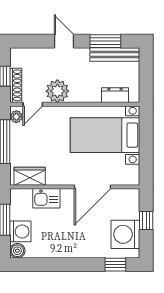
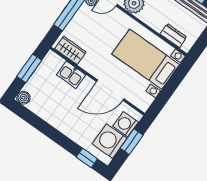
window: (146, 220) -> (132, 142), width x1.50
washing machine: (20, 231) -> (126, 124), moved, turned 180

